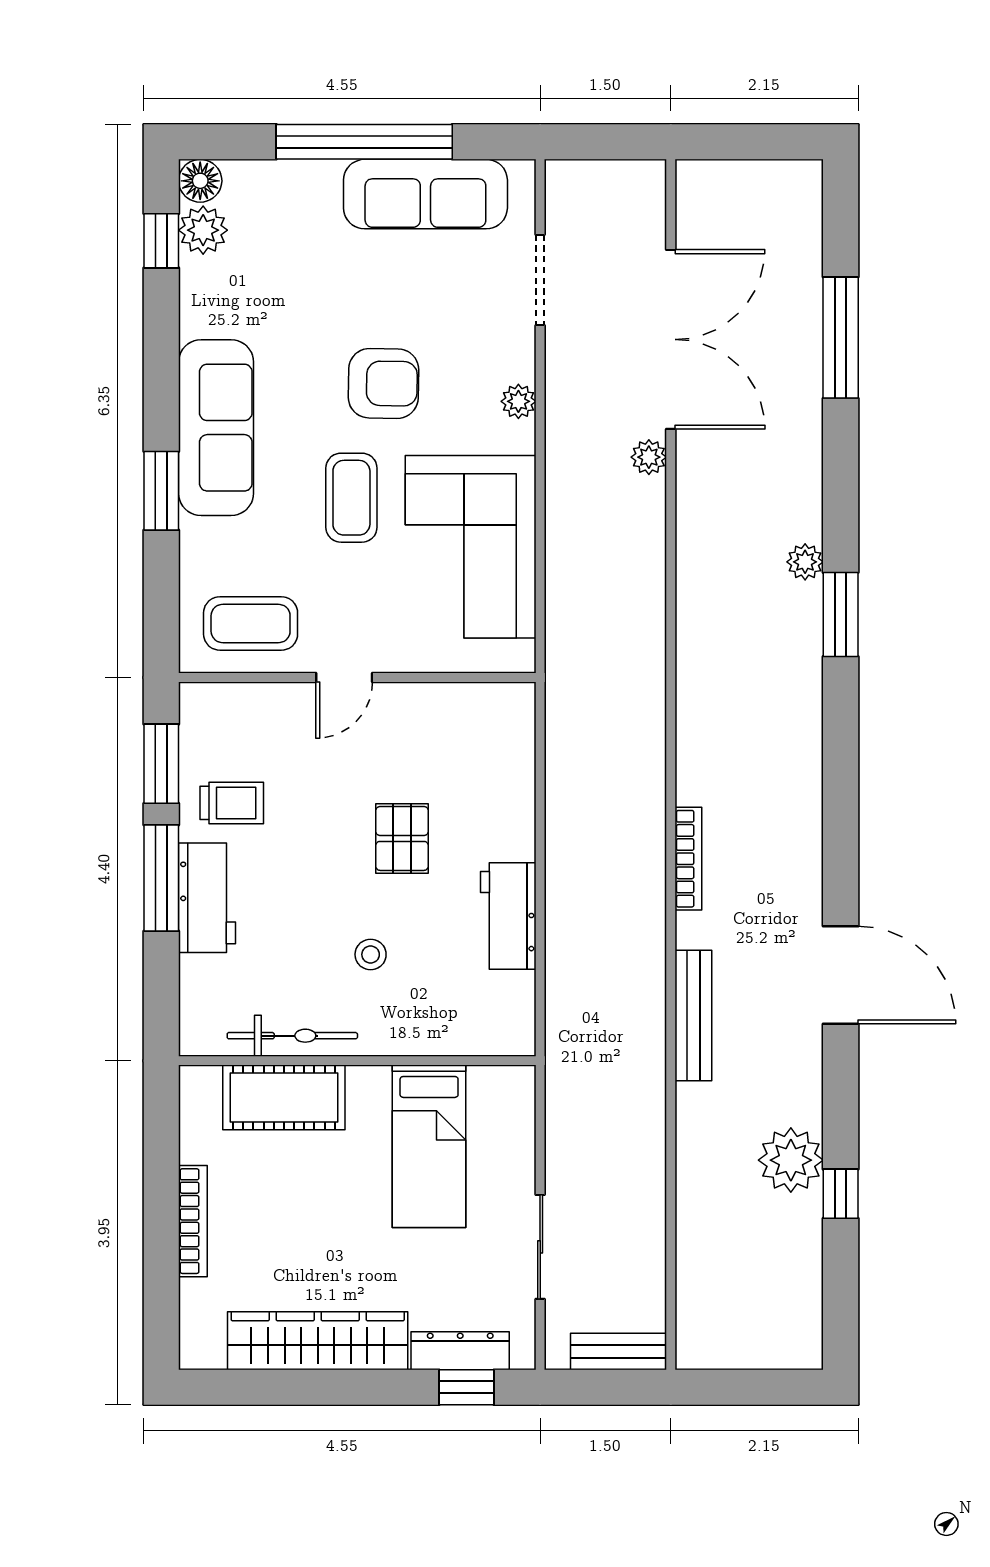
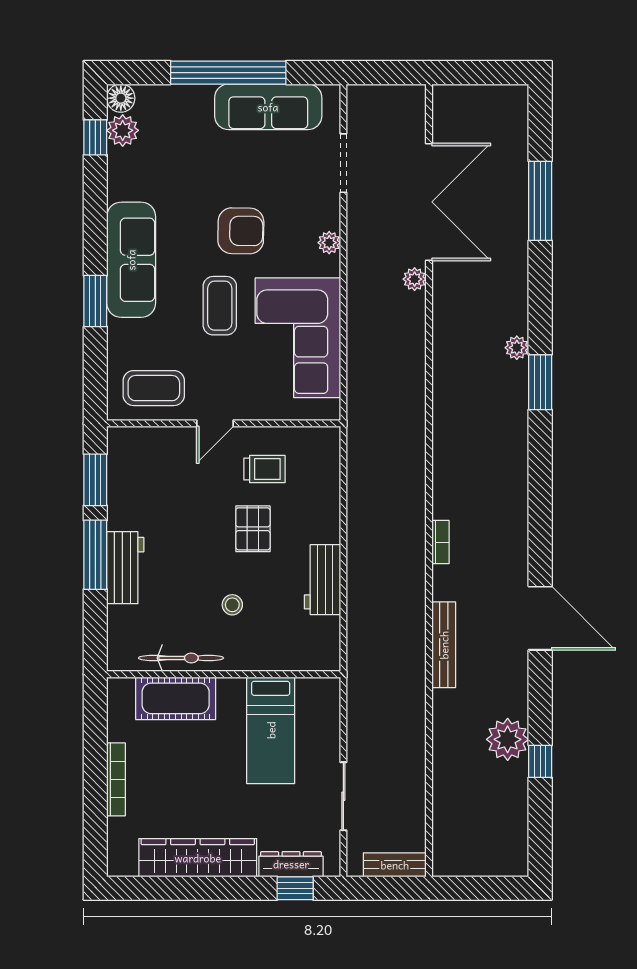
trolley: (232, 803) -> (264, 469), moved
bookcase: (688, 859) -> (440, 542), width x0.64

